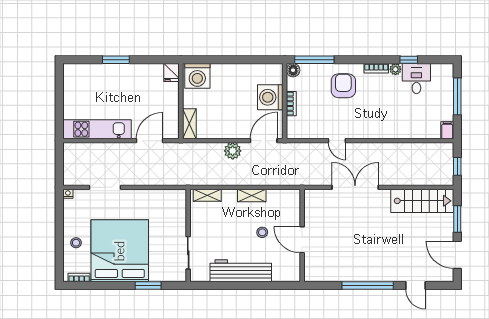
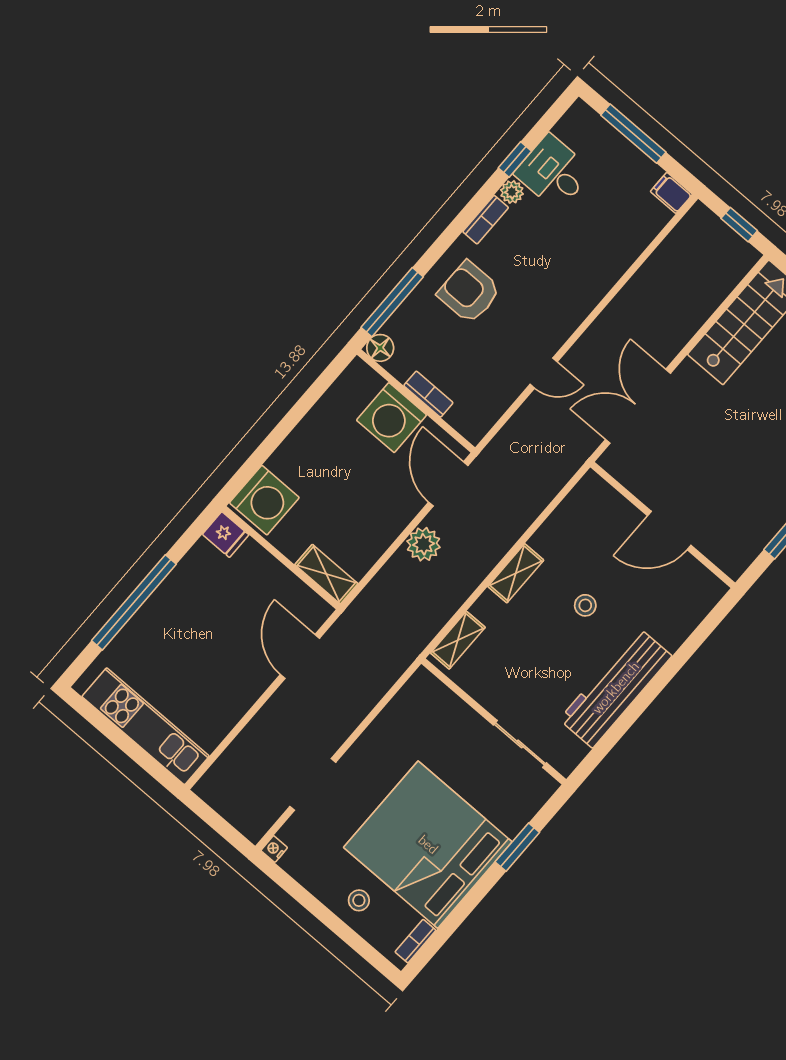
window: (116, 60) -> (134, 602), width x2.11
kitchen unit: (97, 129) -> (146, 726), moved, turned 90
wall: (302, 235) -> (663, 525), moved
door: (302, 240) -> (669, 530), moved

